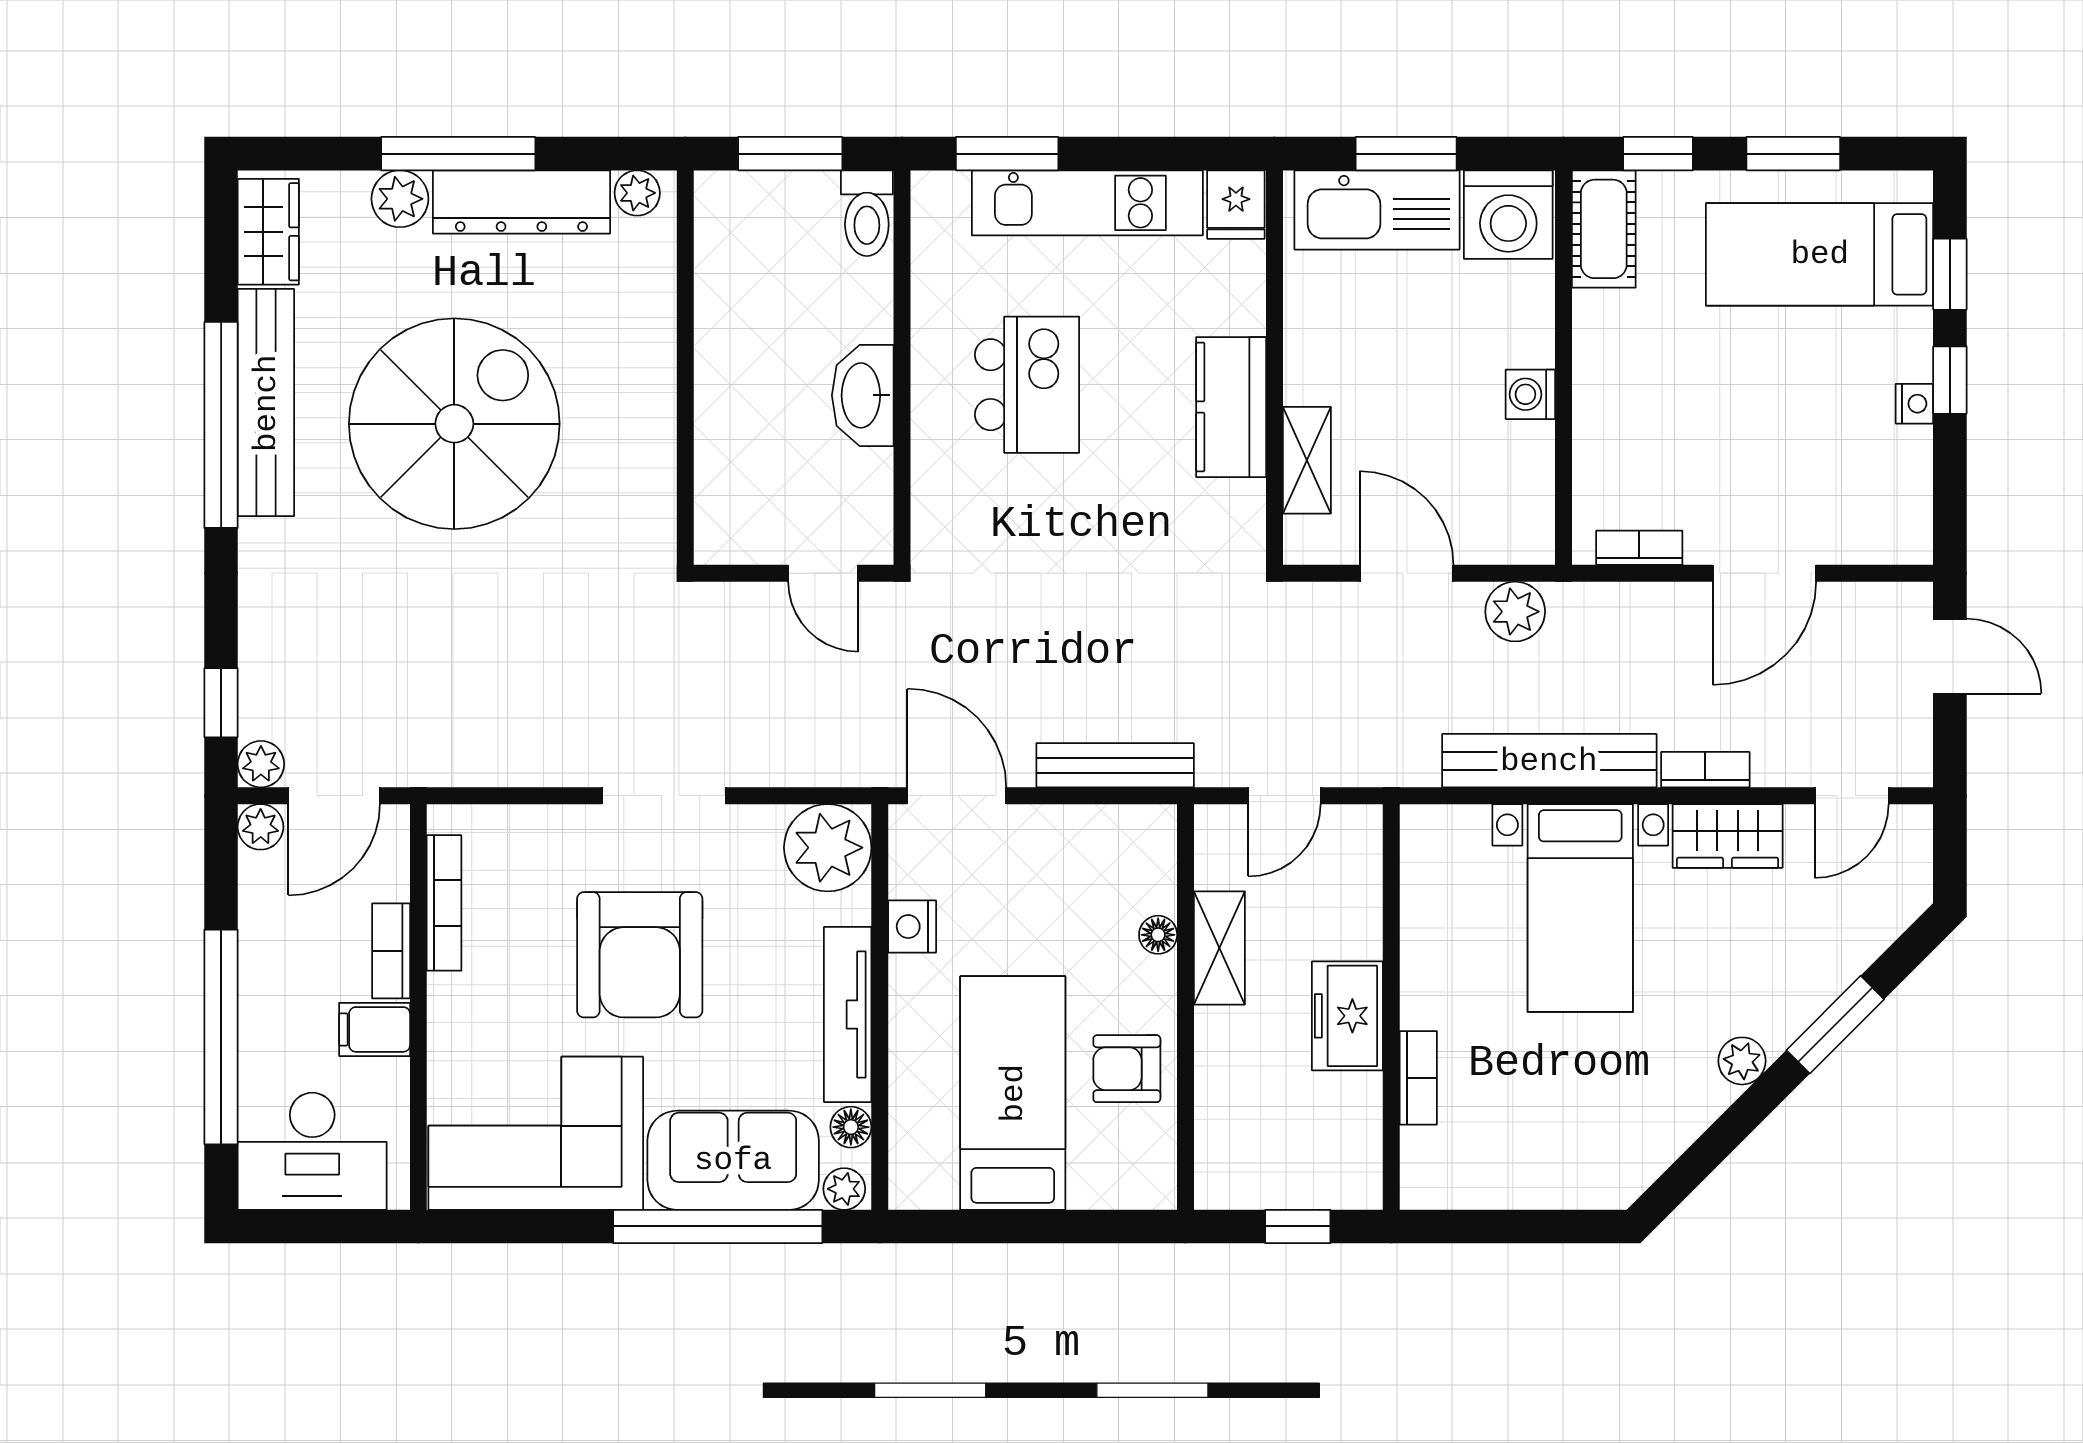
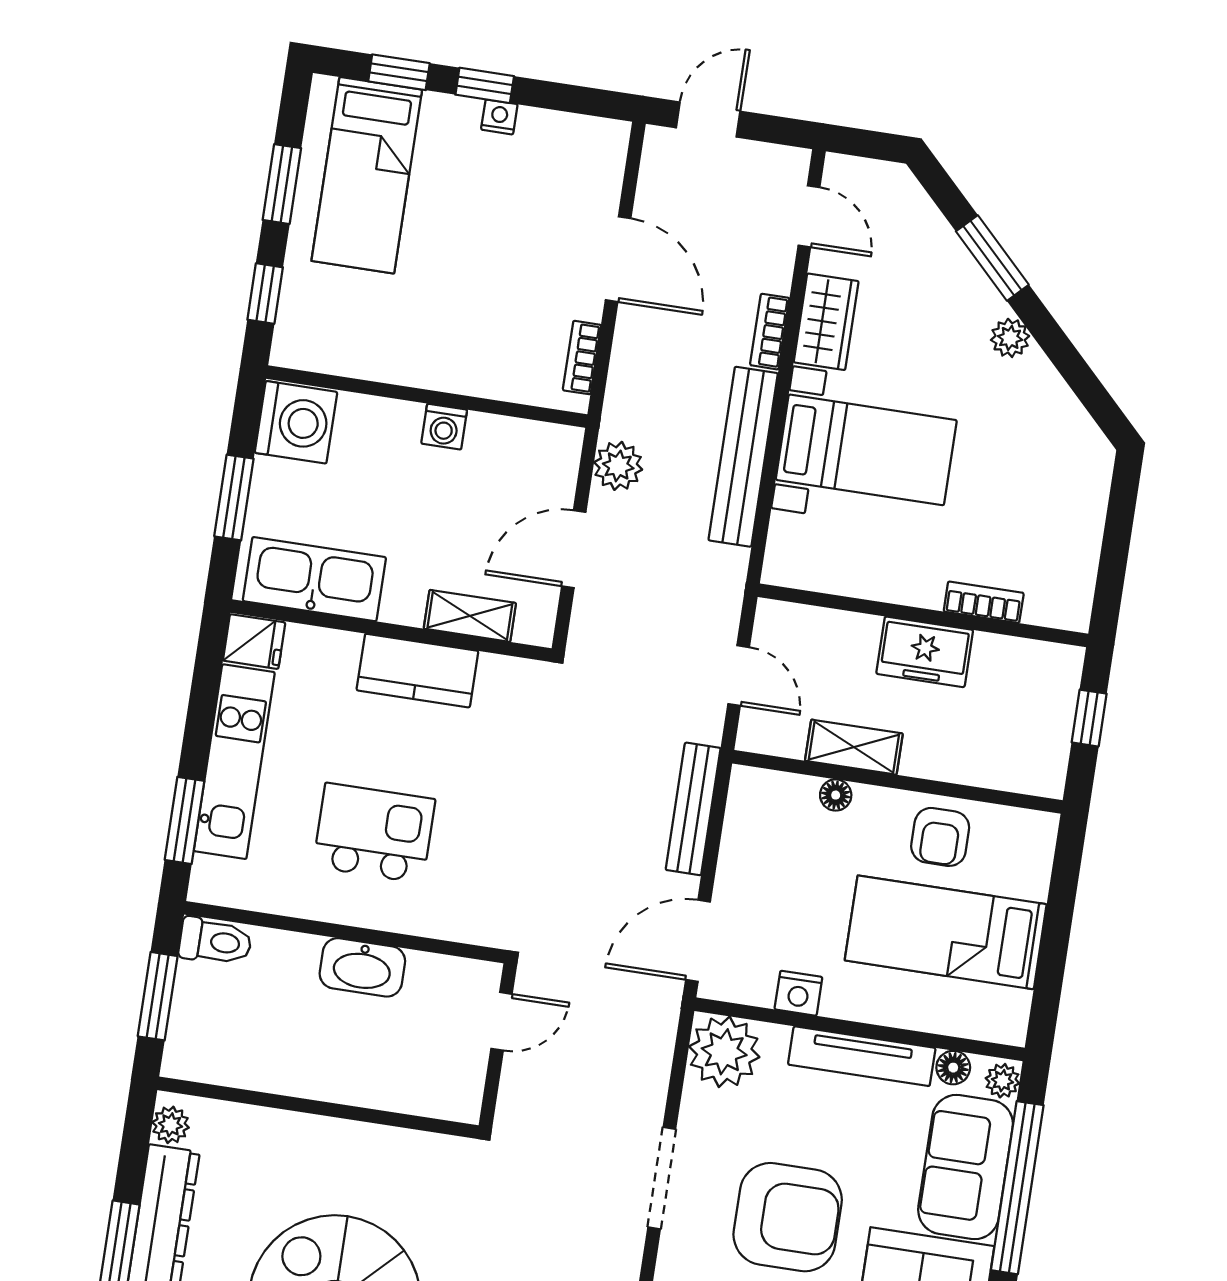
kitchen sink: (1377, 210) -> (314, 579), moved, turned -90
cot: (1604, 229) -> (319, 347), removed

